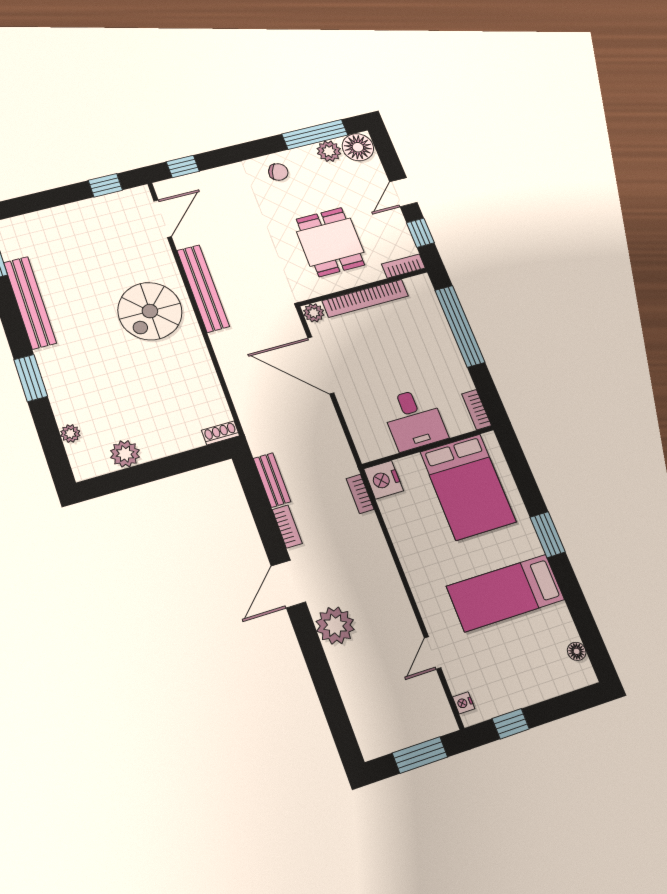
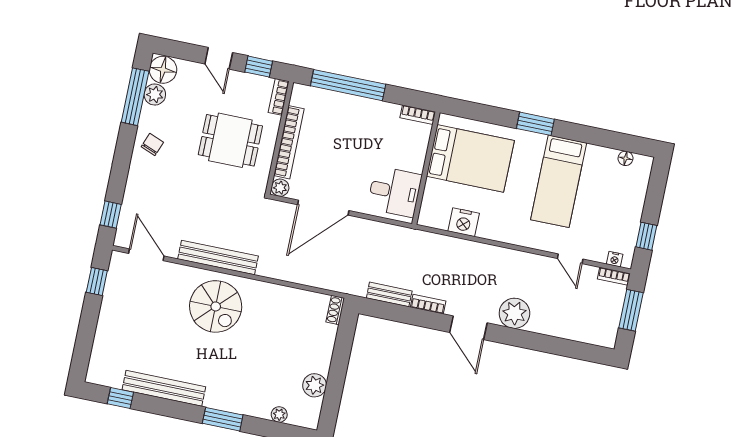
desk: (414, 419) -> (395, 192), moved
nightstand: (384, 480) -> (464, 222), moved
bookcase: (360, 494) -> (614, 276), moved

